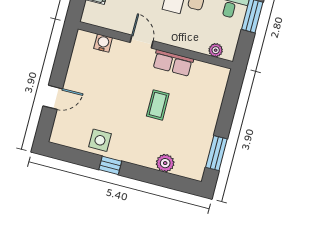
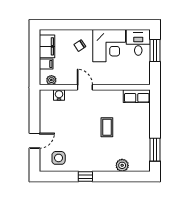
plant: (216, 50) -> (51, 80), moved
row of seats: (173, 63) -> (137, 96), moved
side table: (100, 140) -> (59, 158), moved

